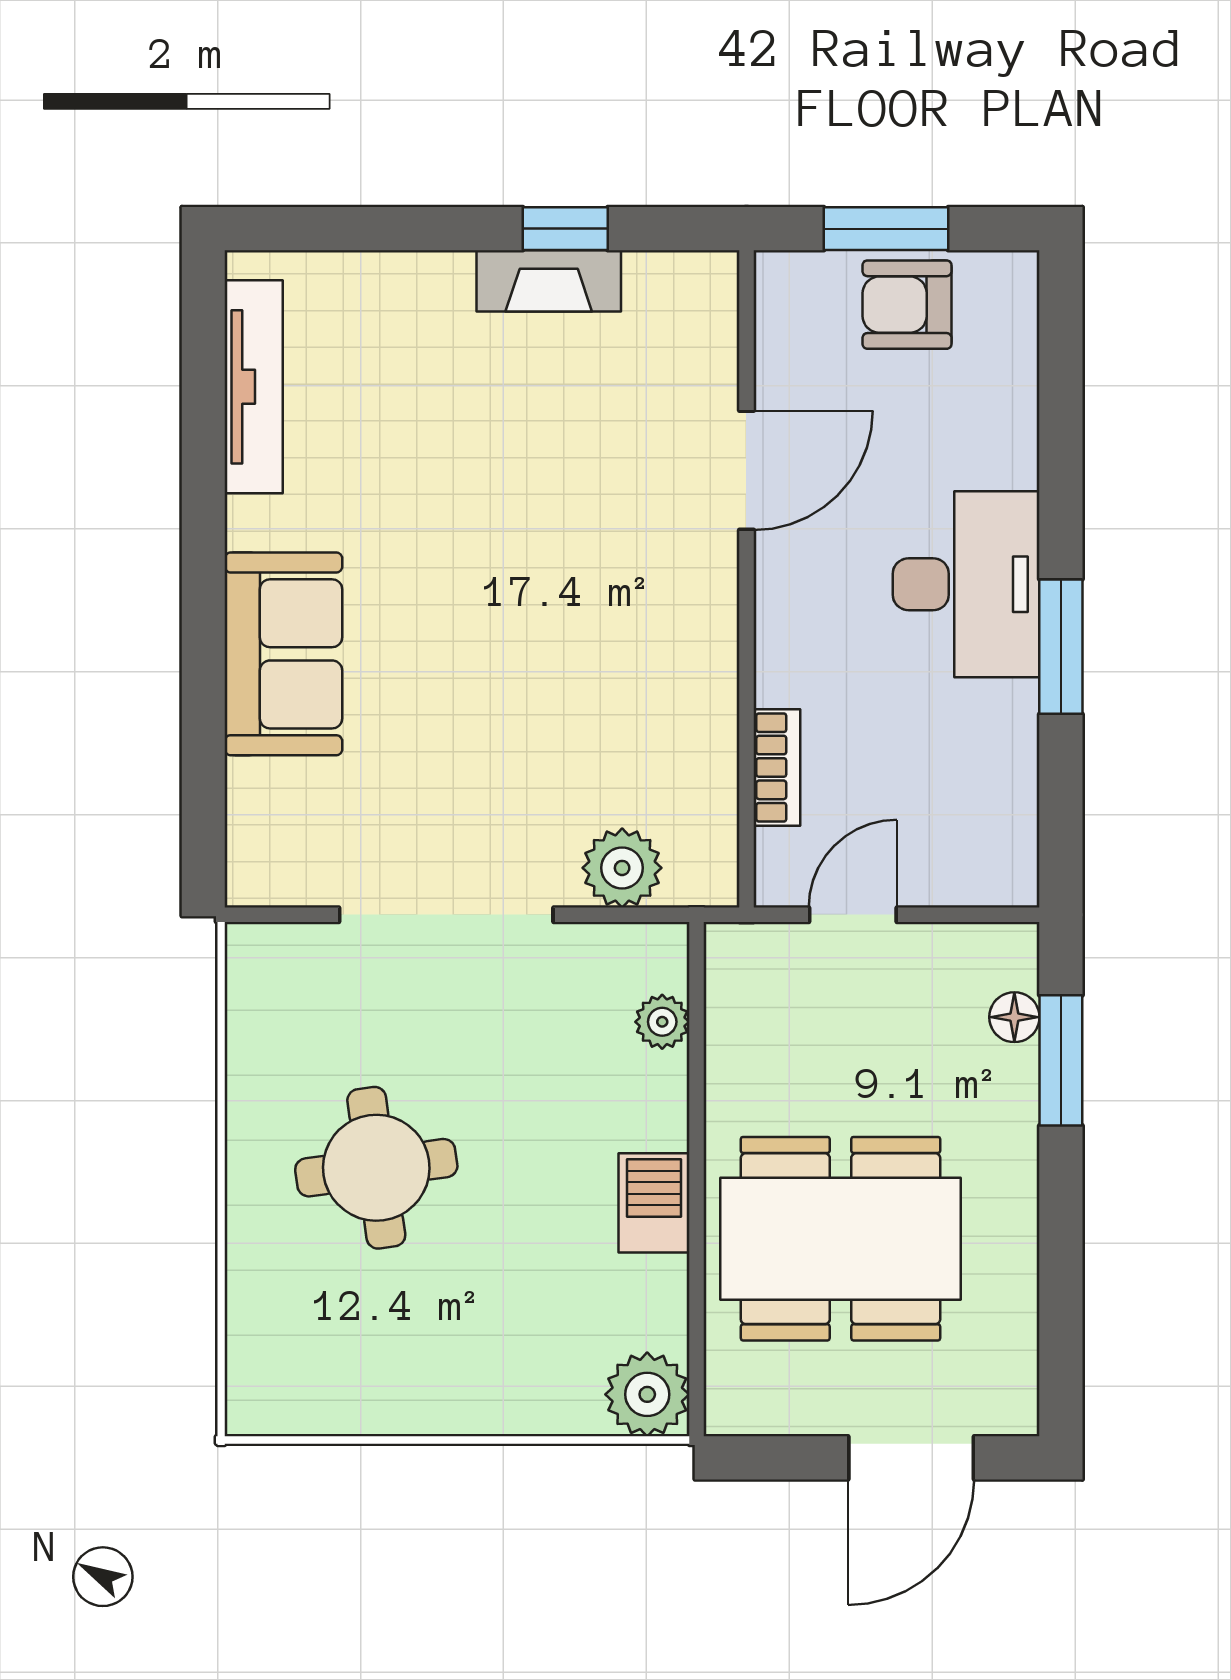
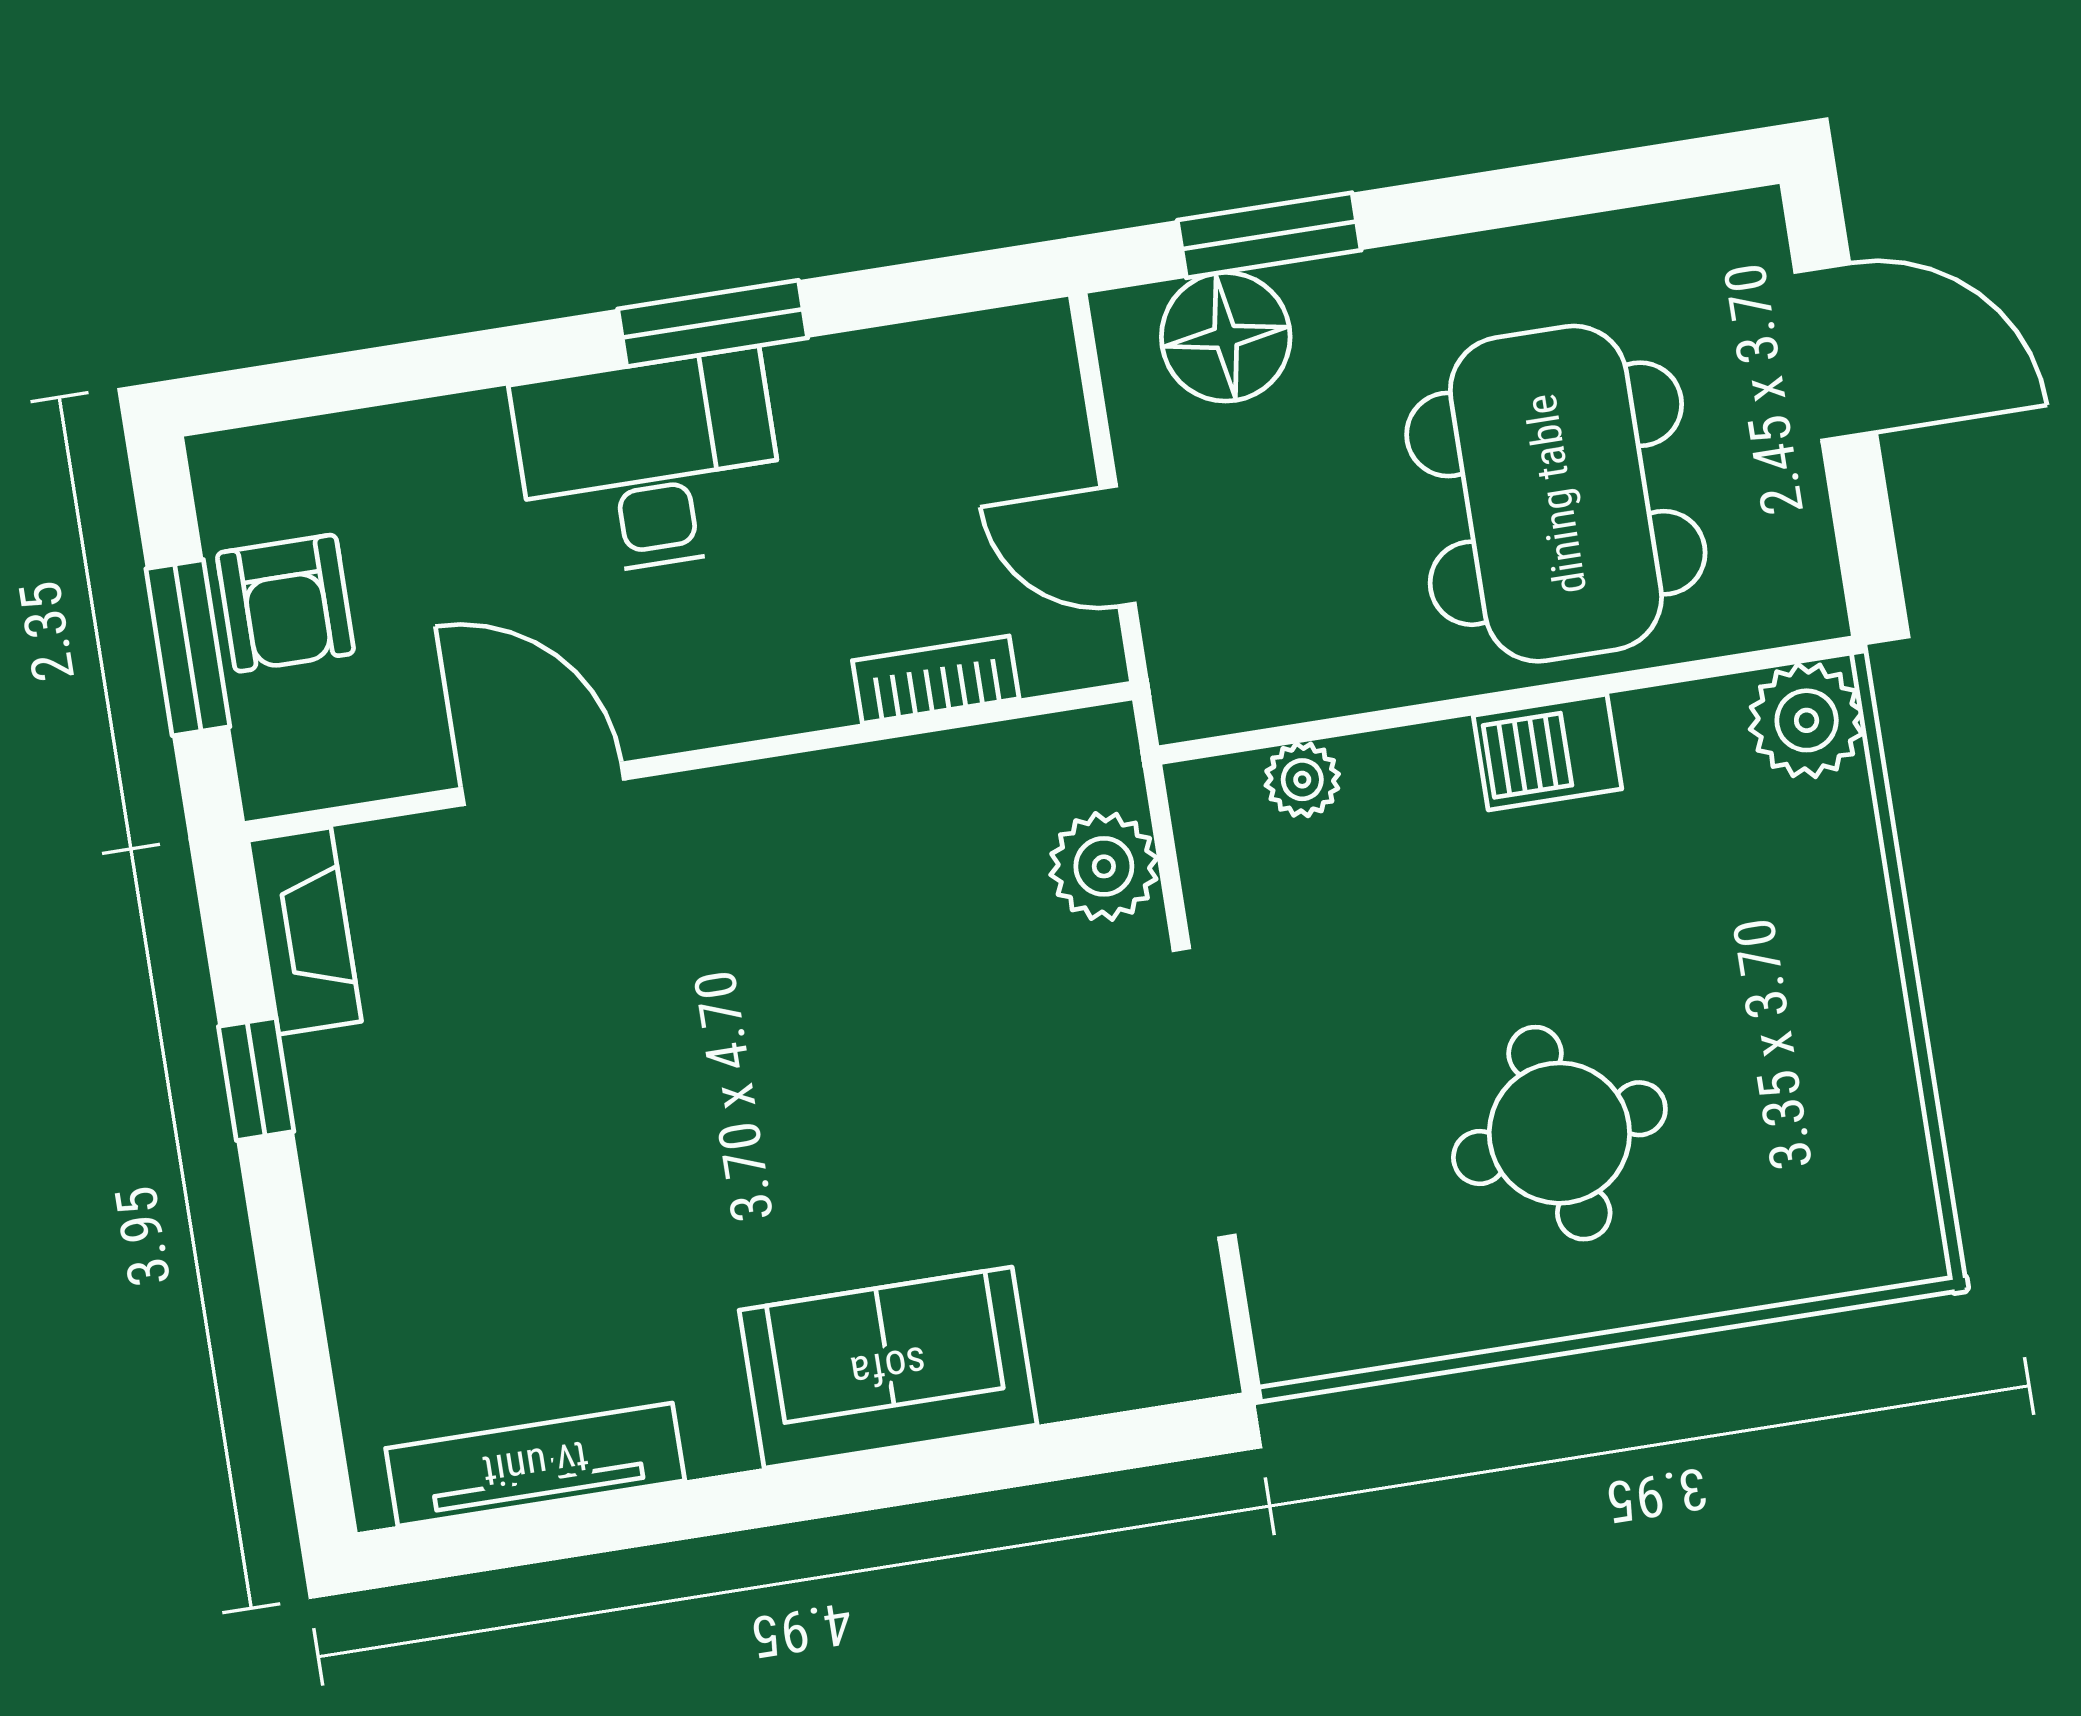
fireplace: (549, 281) -> (305, 931), moved
floor lamp: (1014, 1017) -> (1226, 337), width x1.89, depth x1.89

